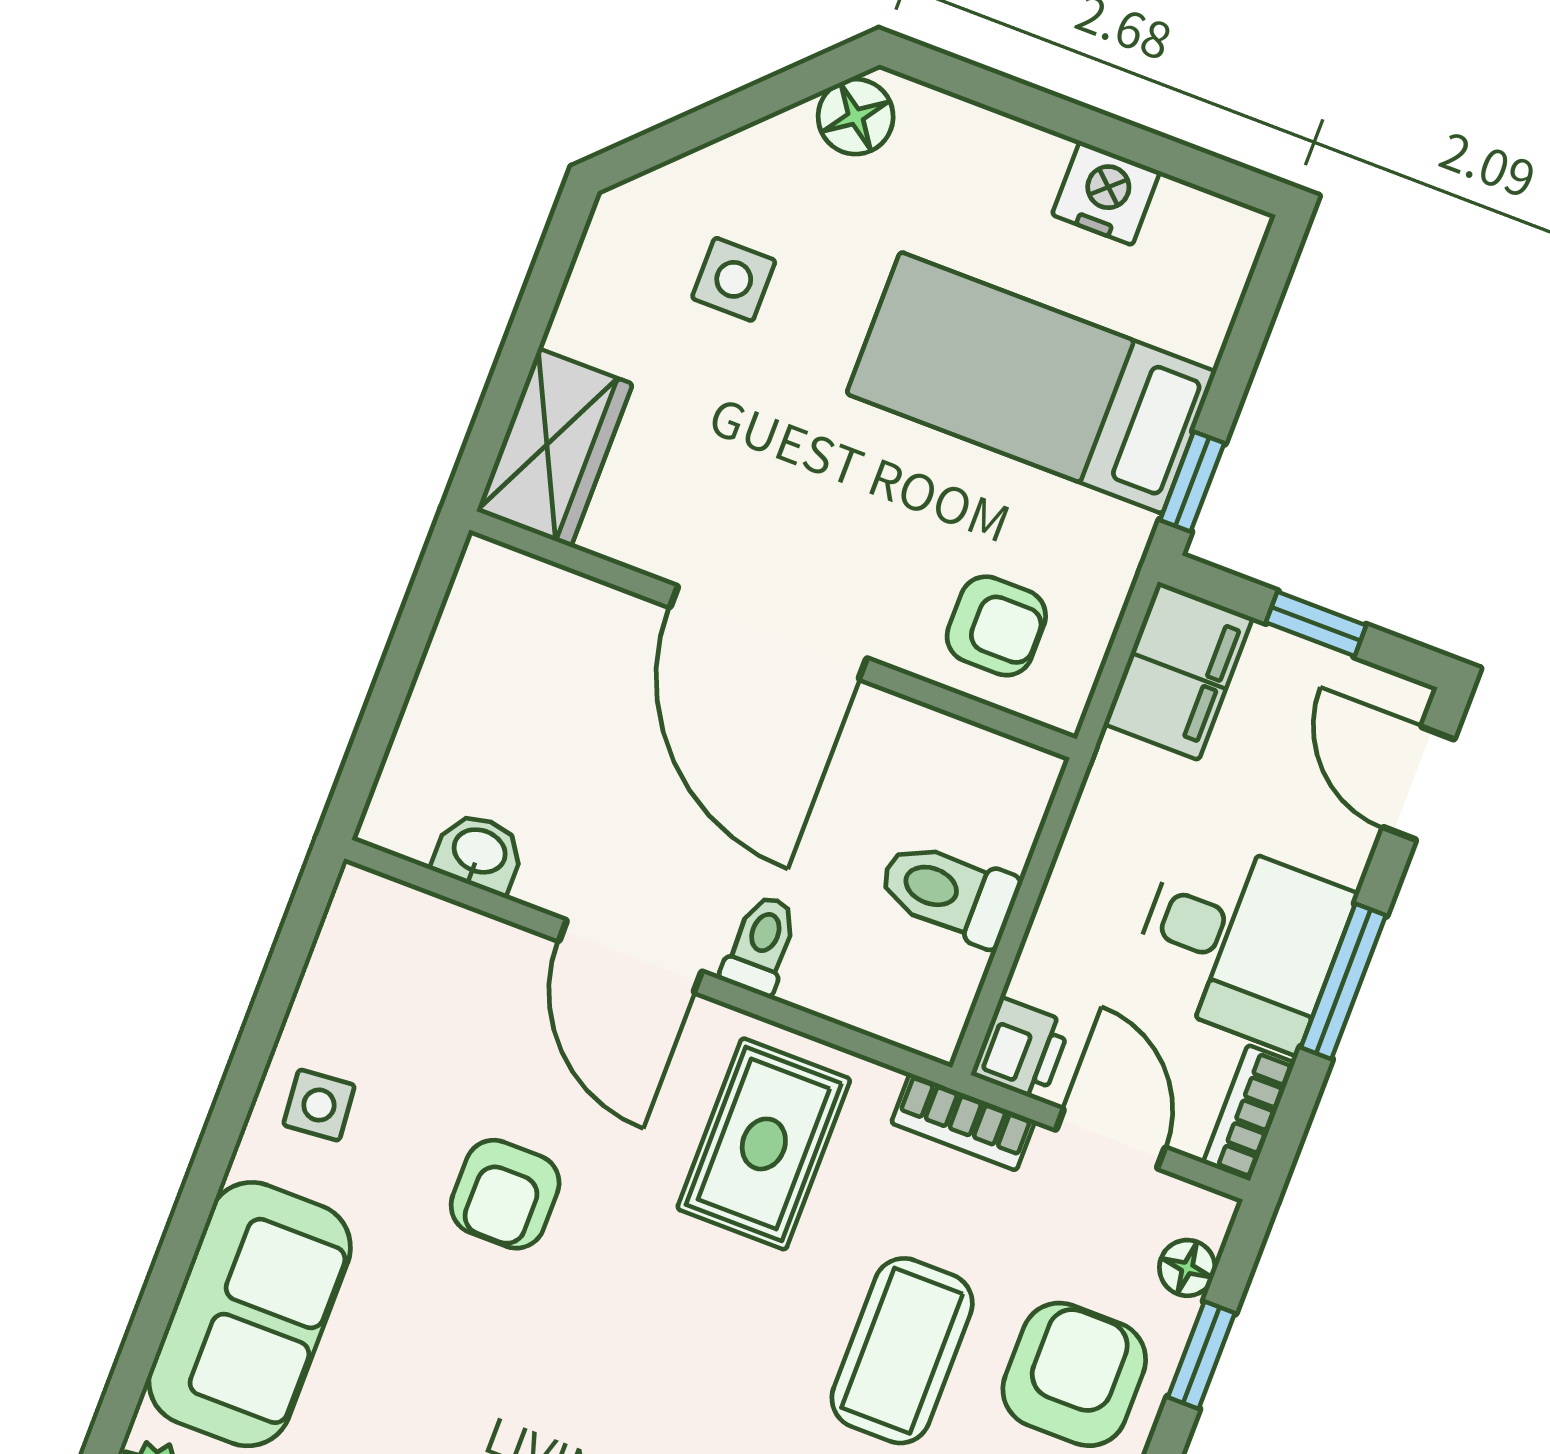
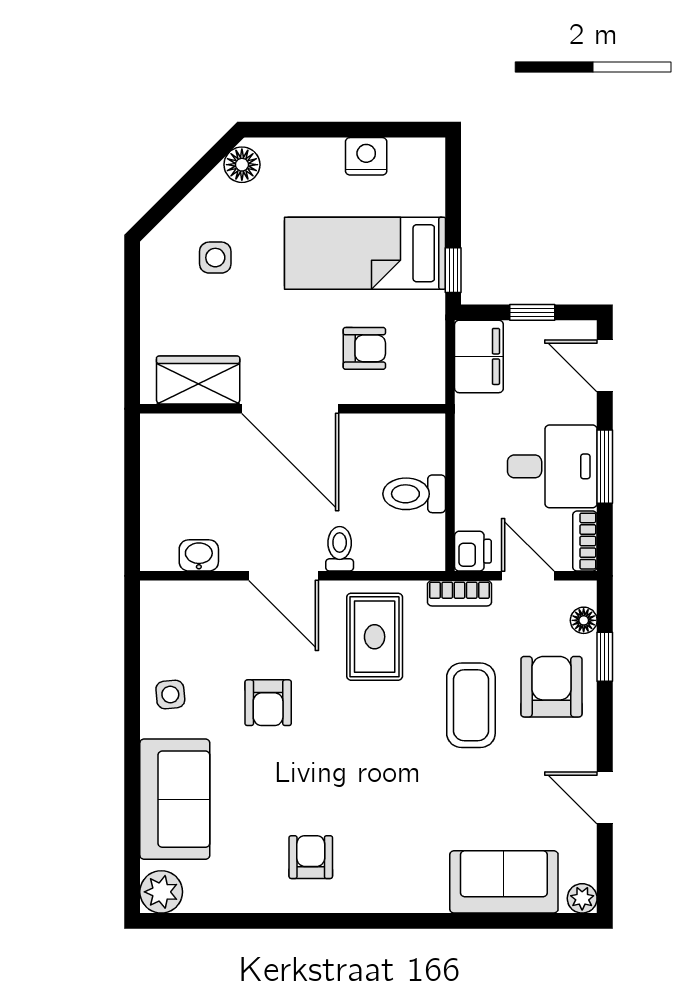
wardrobe: (555, 448) -> (198, 380), moved, turned -90
armchair: (996, 626) -> (364, 348), moved

